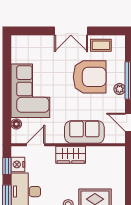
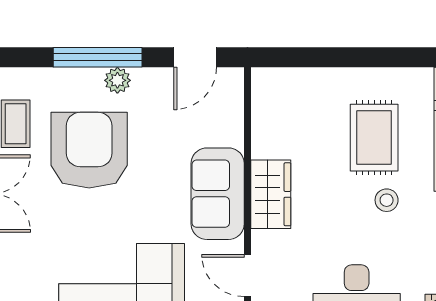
sofa: (84, 132) -> (218, 194), moved

